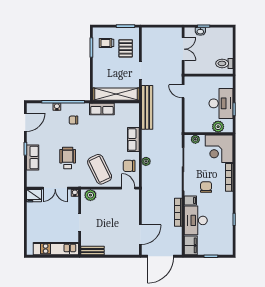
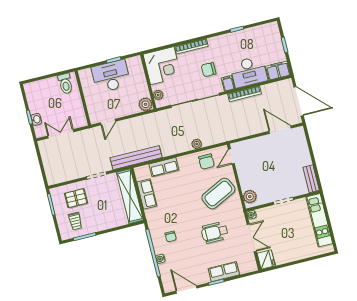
row of seats: (102, 109) -> (147, 194), moved
plant: (218, 127) -> (145, 104), moved
row of seats: (133, 139) -> (164, 167), moved

